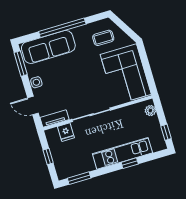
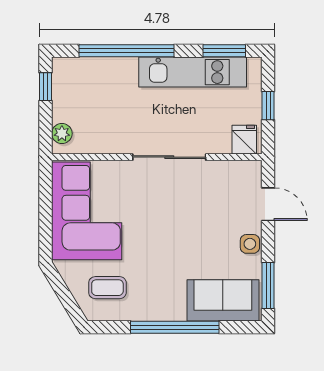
sofa: (48, 47) -> (223, 300), width x0.73
tv unit: (55, 119) -> (237, 170), removed
fridge: (66, 132) -> (244, 140), moved
kitchen unit: (122, 153) -> (193, 72), moved
window: (130, 163) -> (126, 51), width x3.17

